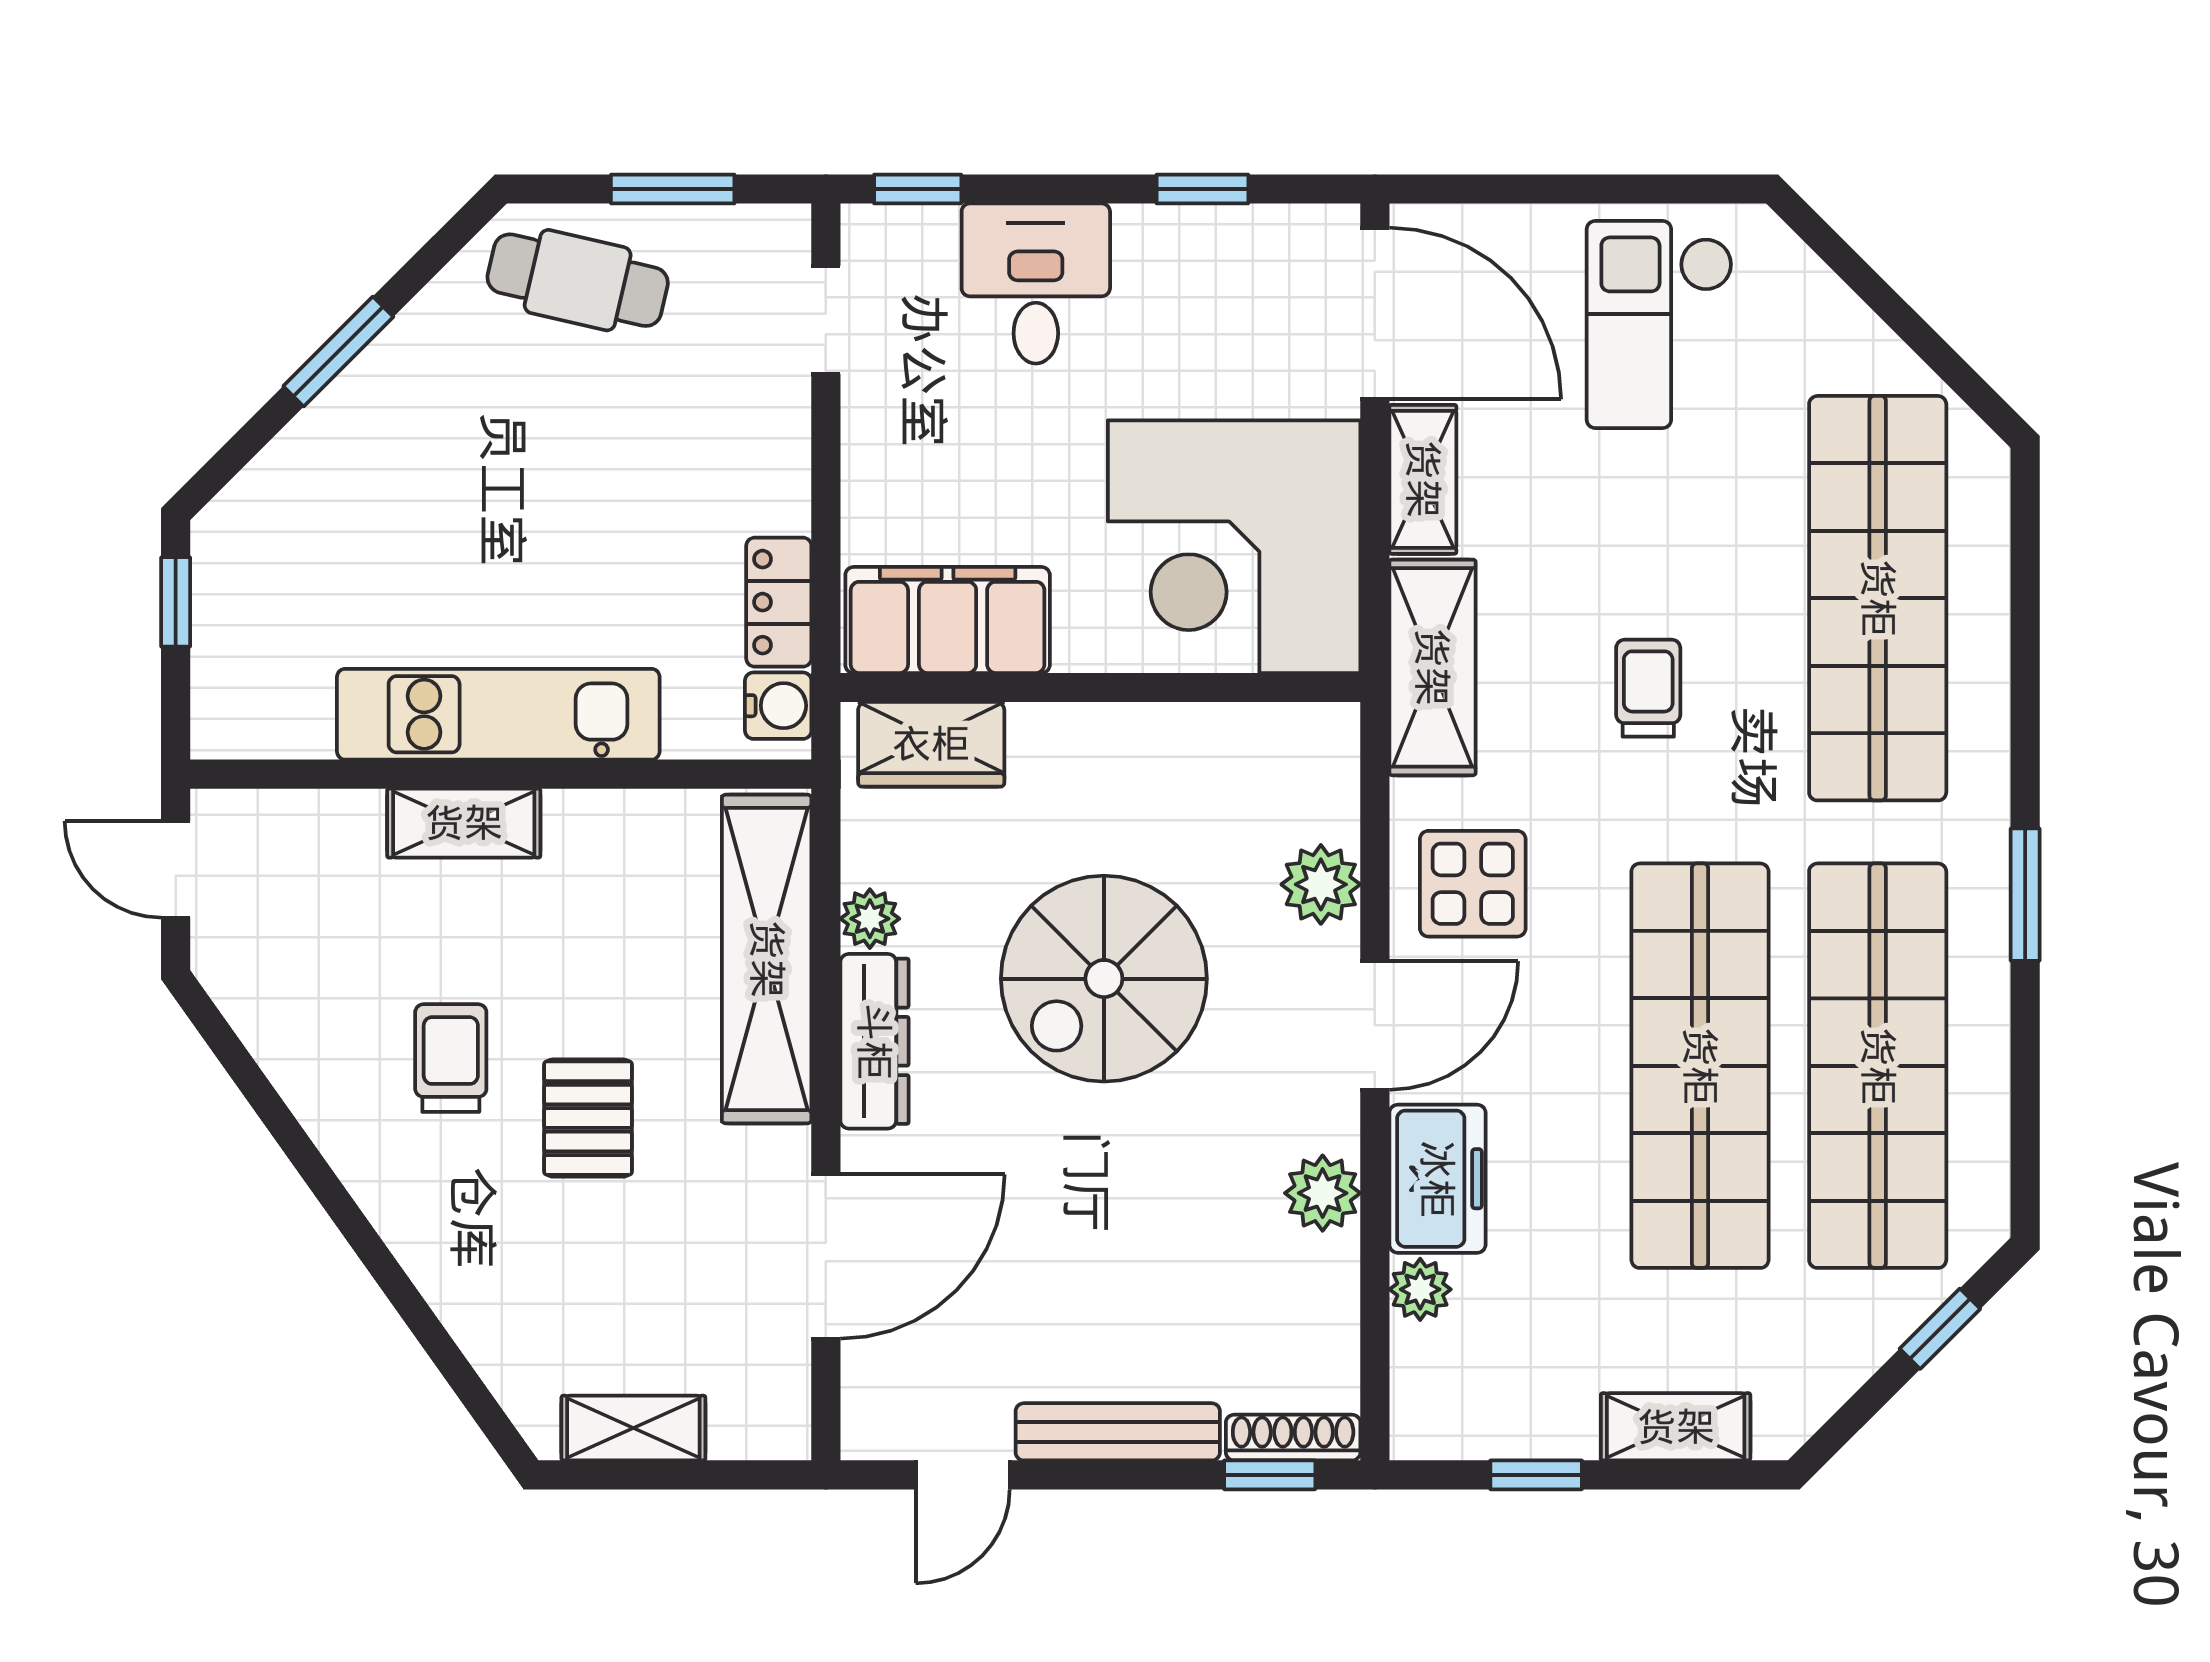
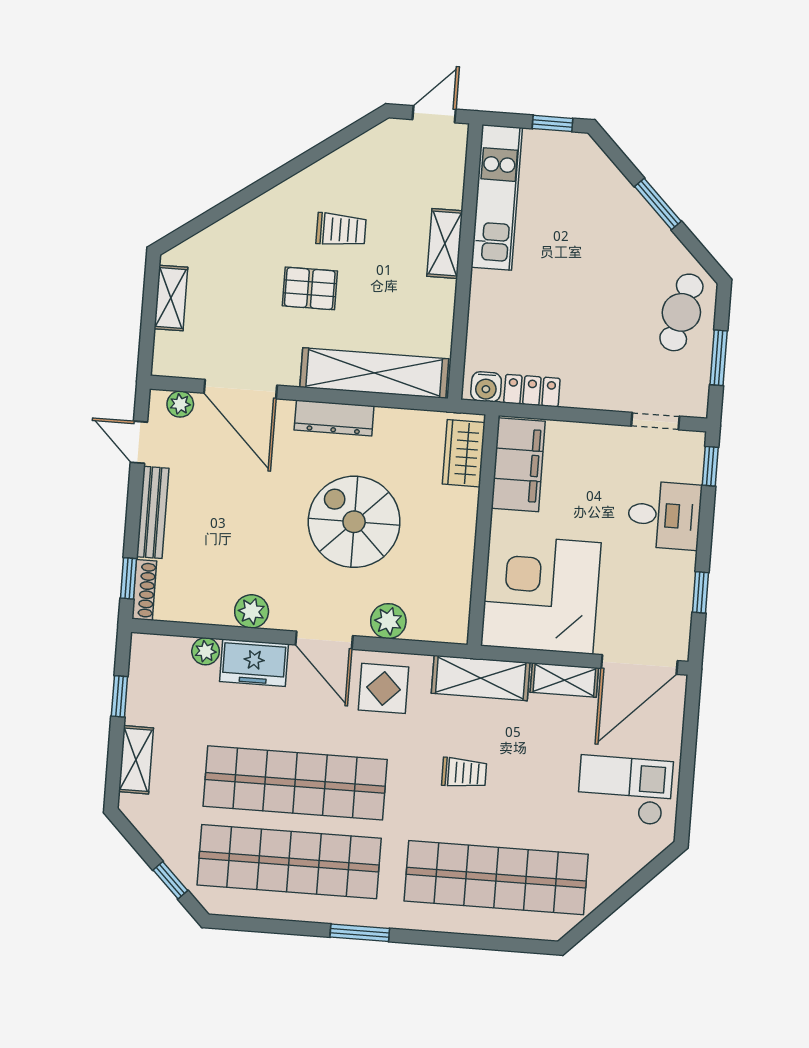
kitchen unit: (498, 714) -> (497, 197), moved
plant: (870, 919) -> (180, 404), moved

